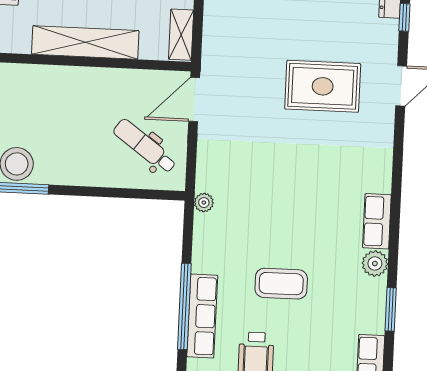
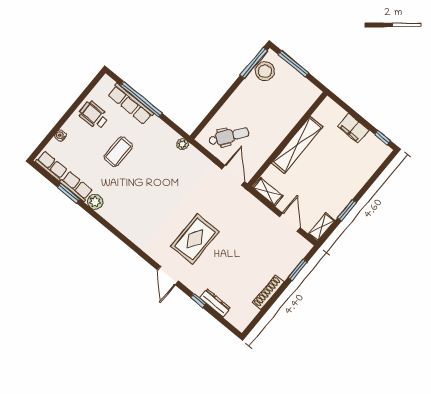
row of seats: (377, 221) -> (76, 186), moved

